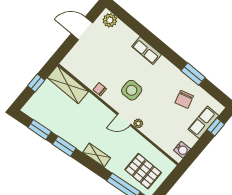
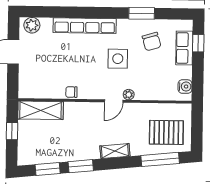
row of seats: (147, 50) -> (85, 26), width x2.02
side table: (132, 90) -> (118, 59), moved

